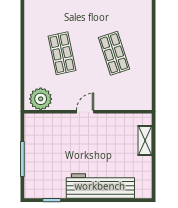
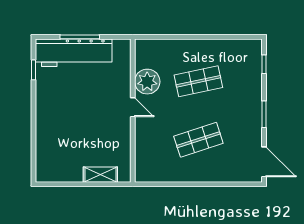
plant: (41, 99) -> (147, 82), moved
workbench: (100, 186) -> (74, 53), moved, turned 90

